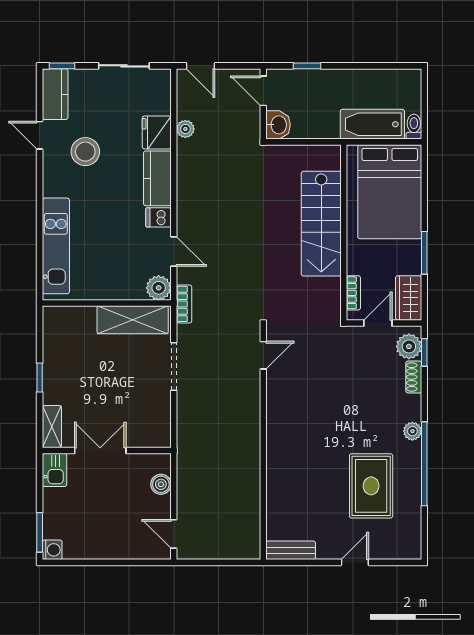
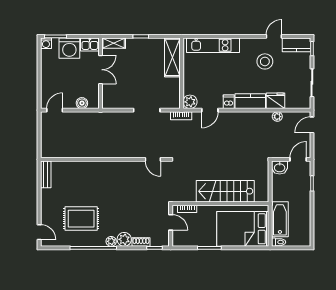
wardrobe: (409, 298) -> (184, 239), removed
shelving: (133, 320) -> (172, 57), moved
plant: (409, 346) -> (124, 239), moved
washing machine: (61, 507) -> (69, 48), added
door: (355, 562) -> (39, 232), moved

